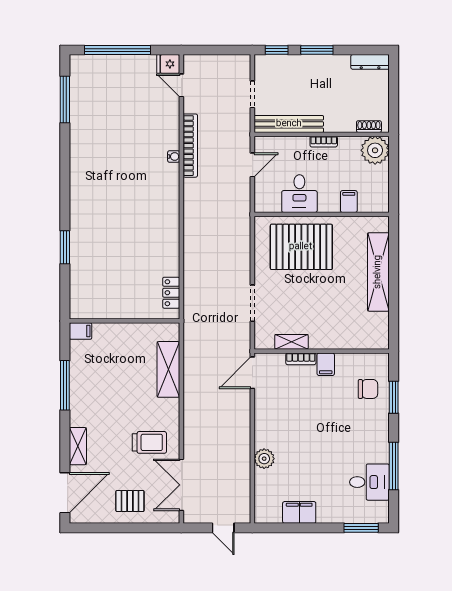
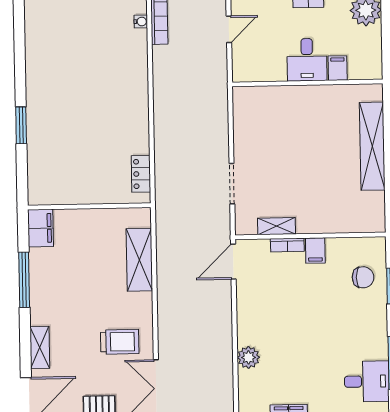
desk: (299, 194) -> (307, 60), moved
pallet: (301, 247) -> (286, 120), removed
filing cabinet: (81, 331) -> (41, 228), width x2.00

